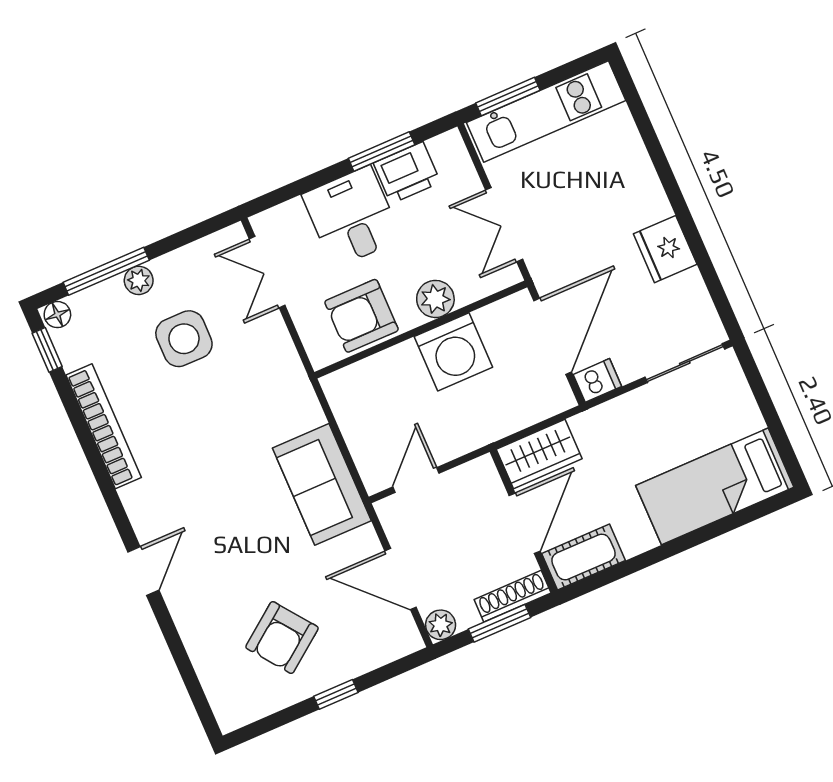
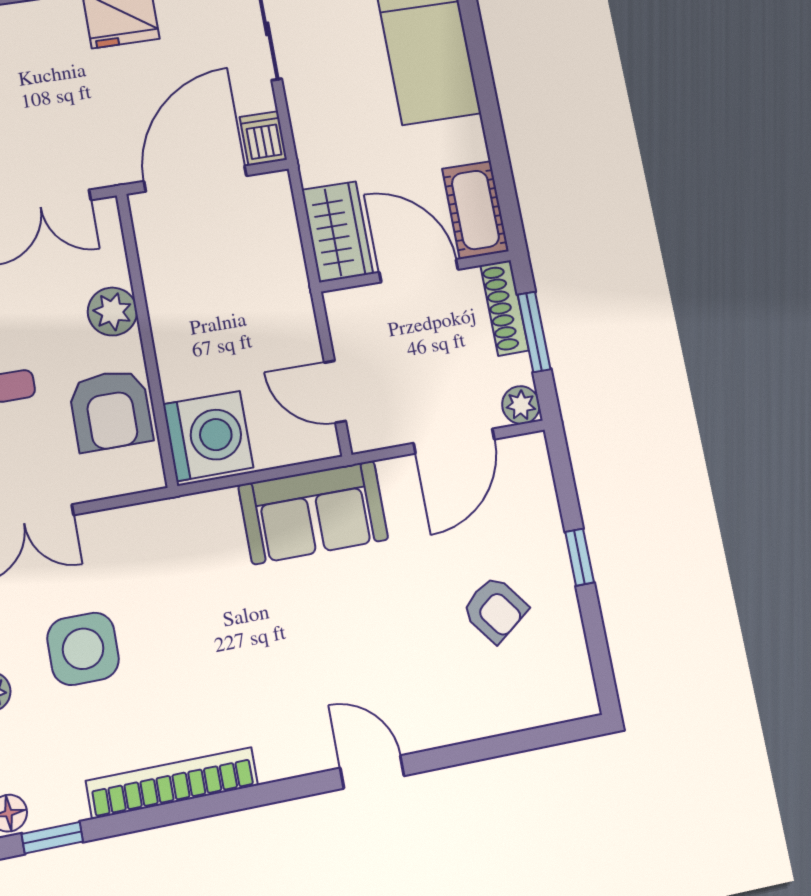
door: (553, 336) -> (195, 179), hinge flipped
washing machine: (453, 352) -> (208, 436), moved
armchair: (282, 638) -> (495, 609), width x0.72, depth x0.72

